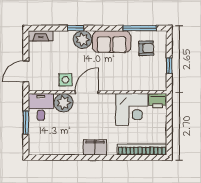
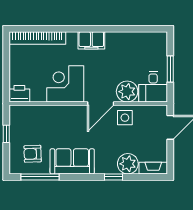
plant: (82, 40) -> (128, 164), moved
corner desk: (132, 109) -> (65, 84), moved

